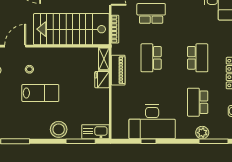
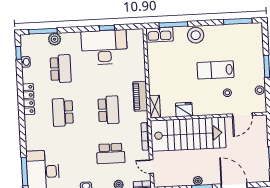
fridge: (102, 80) -> (184, 110), moved, turned -90

